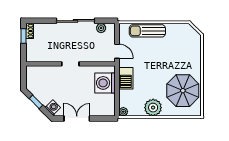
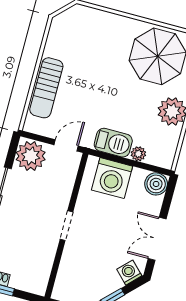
plant: (101, 28) -> (31, 156), width x1.87, depth x1.87
boiler: (108, 109) -> (156, 184), added
plant: (123, 112) -> (138, 154), moved

